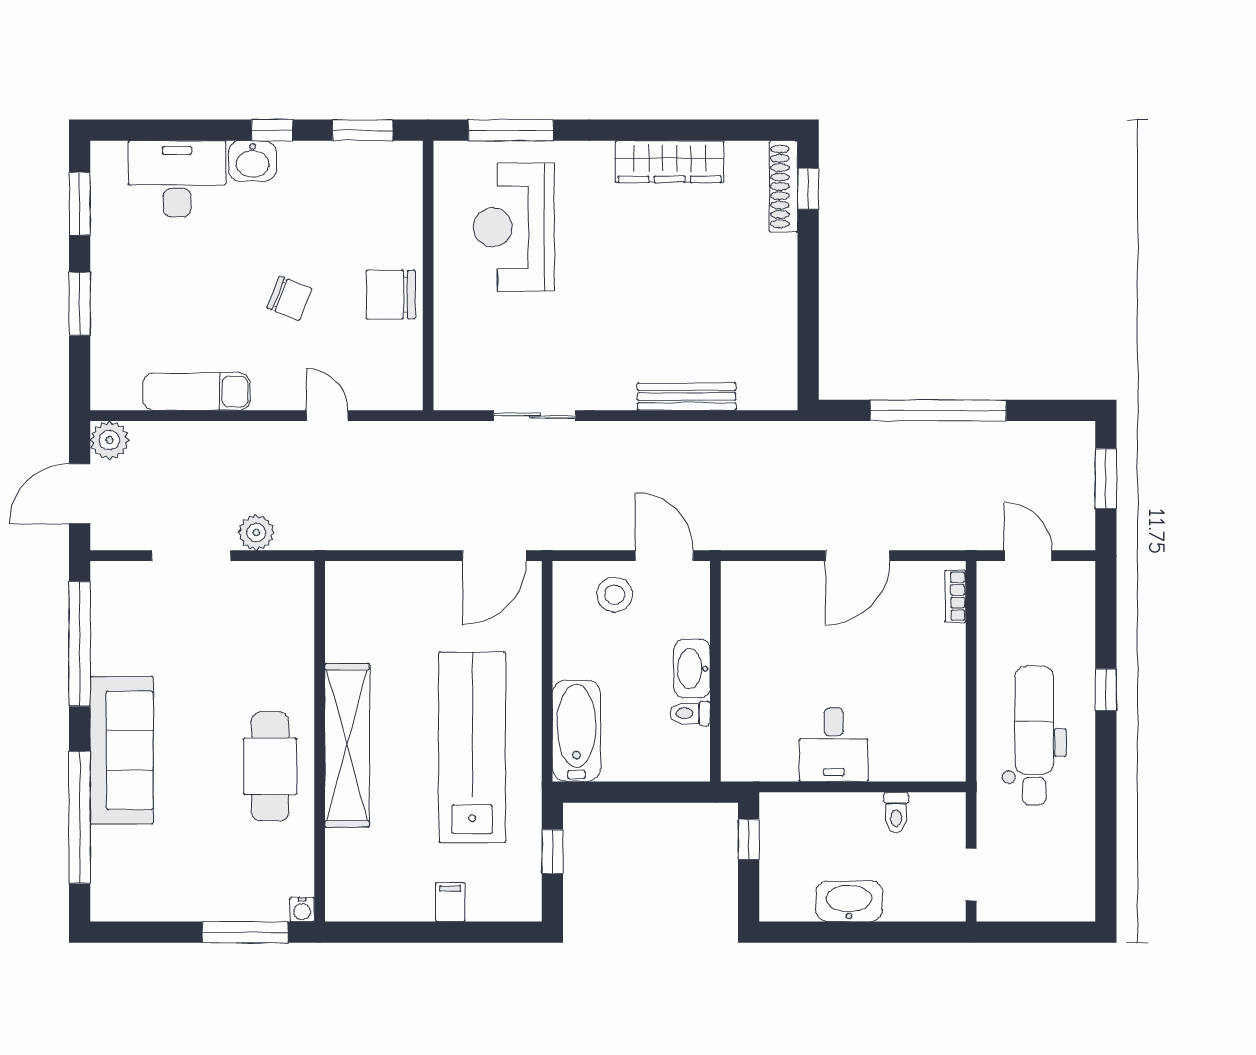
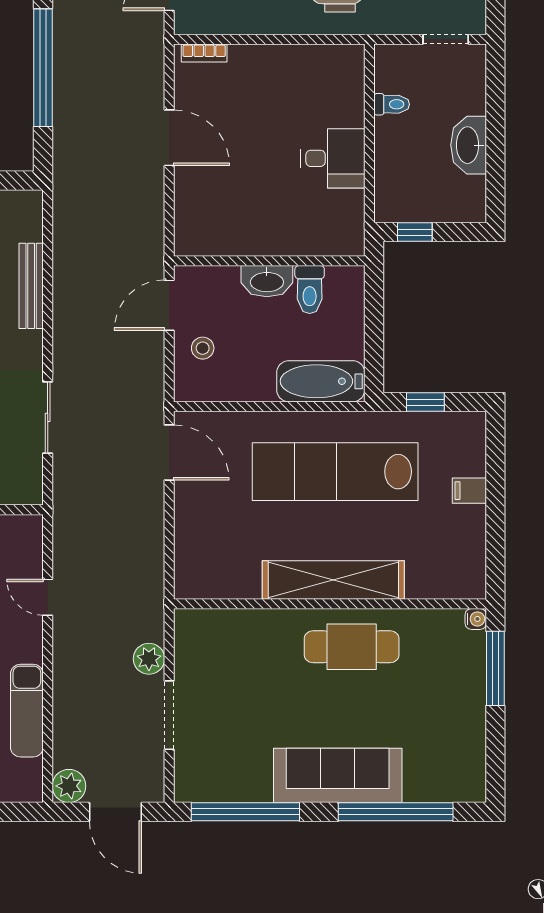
door: (327, 416) -> (48, 597), hinge flipped
stool: (615, 594) -> (203, 348), width x0.73, depth x0.73
toilet: (690, 713) -> (310, 289), width x1.37, depth x1.39

